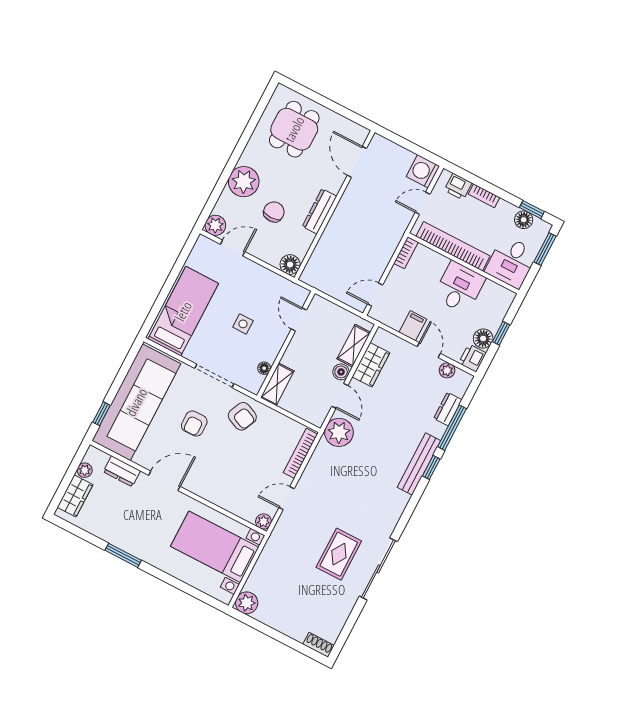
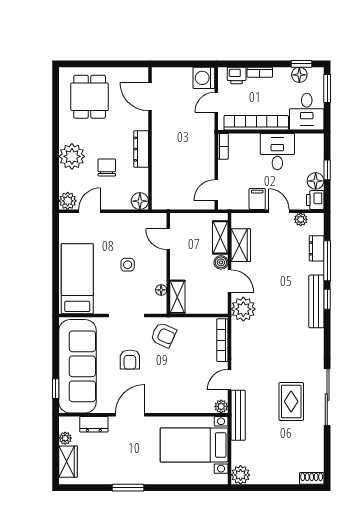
bench: (276, 540) -> (238, 415), added

